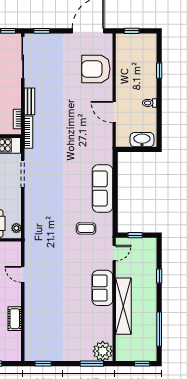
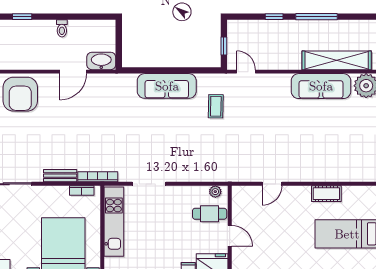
washbasin: (142, 140) -> (101, 61), moved, turned 90
sofa: (102, 288) -> (321, 86), moved, width x1.36
shelving: (123, 306) -> (337, 60), moved
window: (159, 329) -> (316, 17), moved

